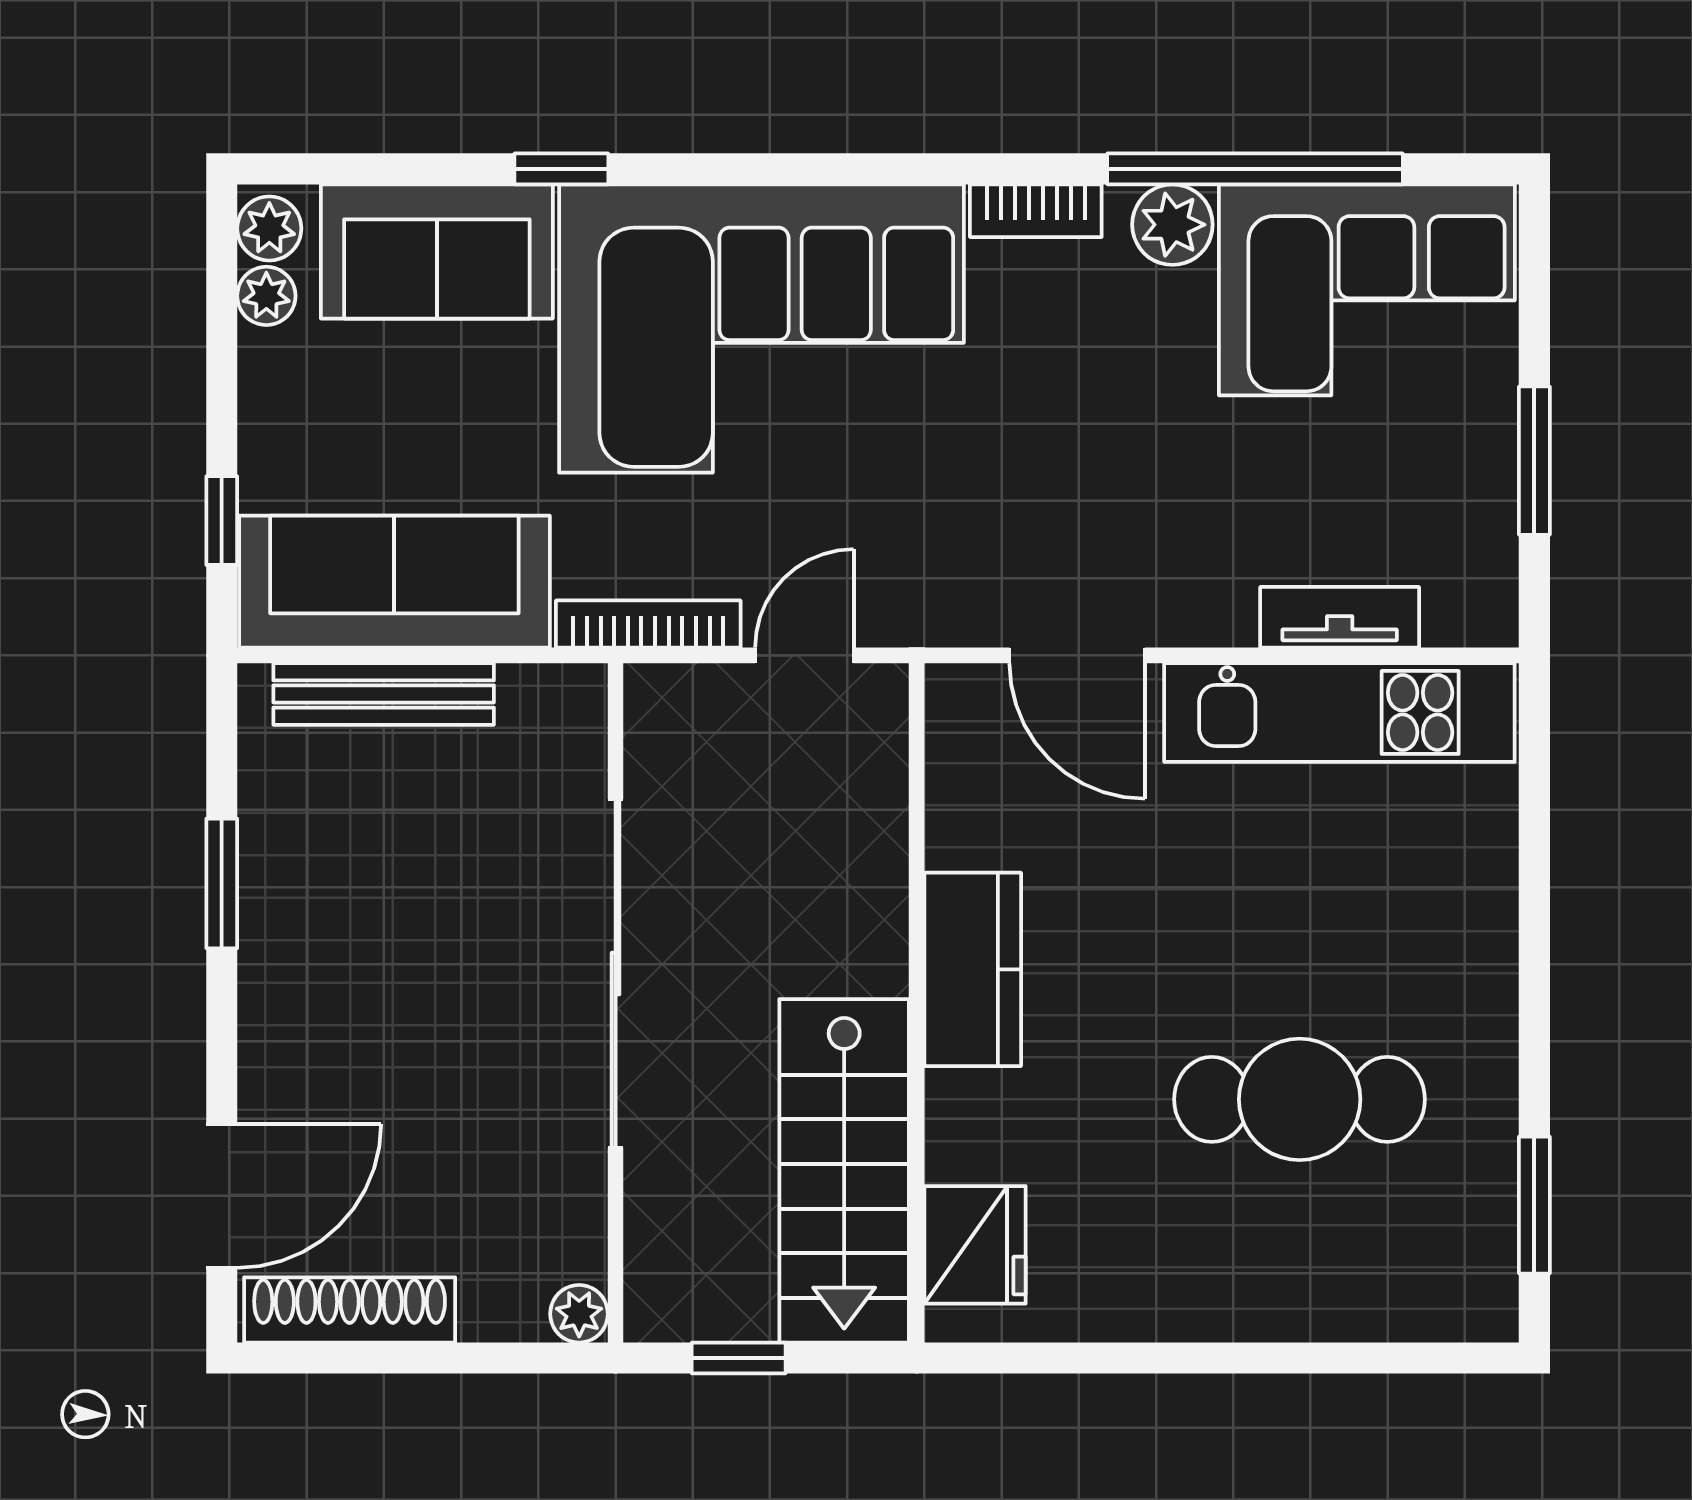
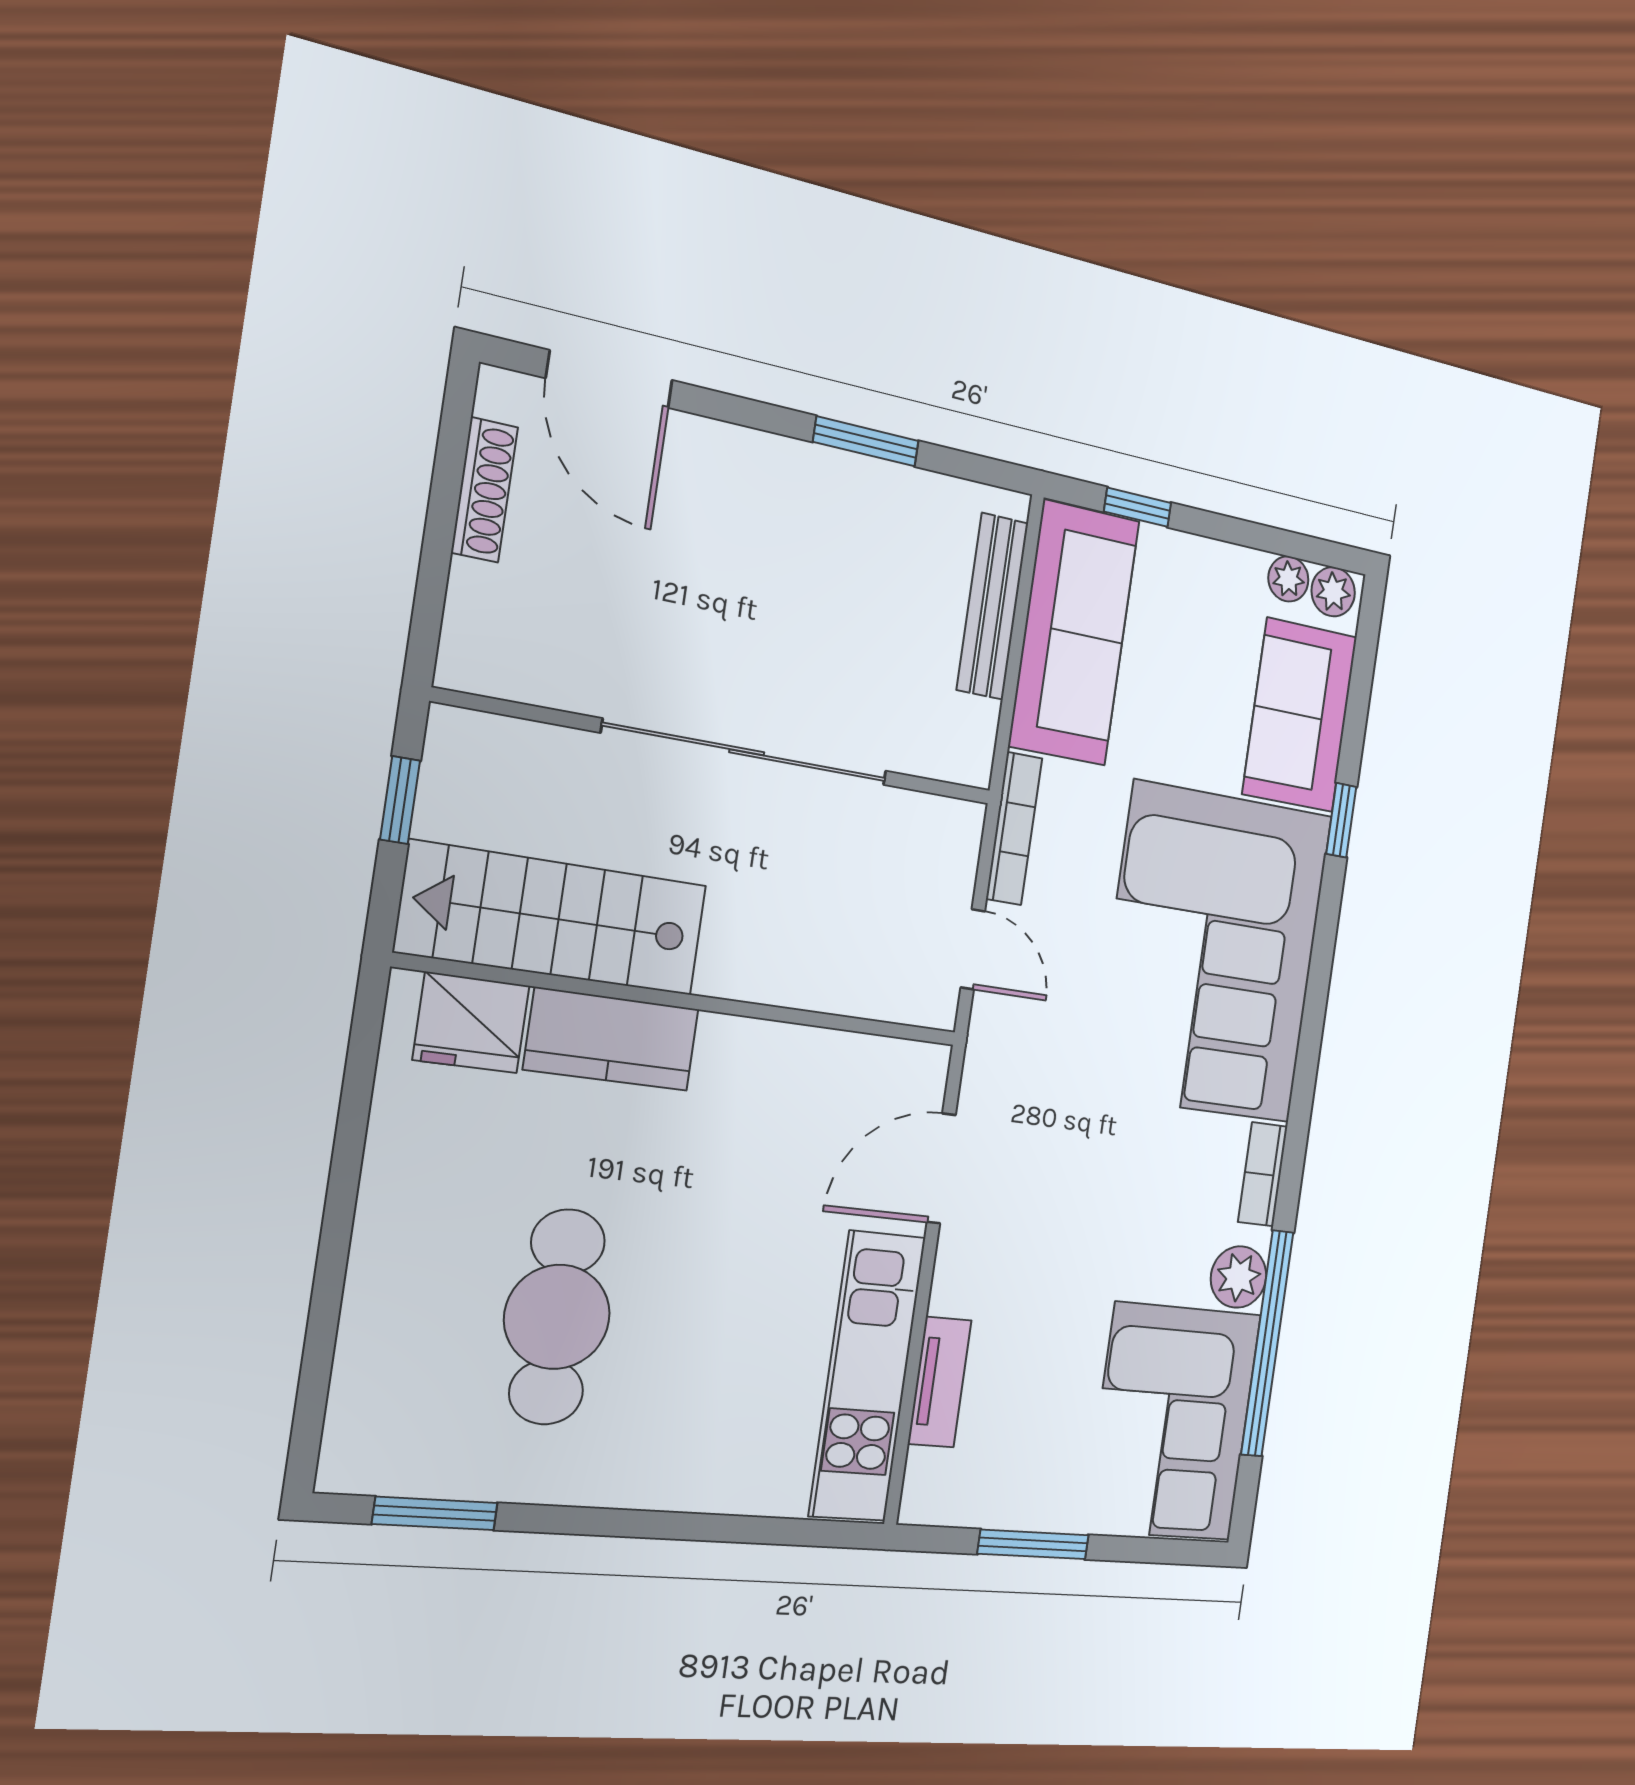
kitchen counter: (973, 969) -> (612, 1039), moved
shoe rack: (350, 1310) -> (484, 490), width x0.74, depth x0.81
plant: (579, 1314) -> (461, 667), removed

